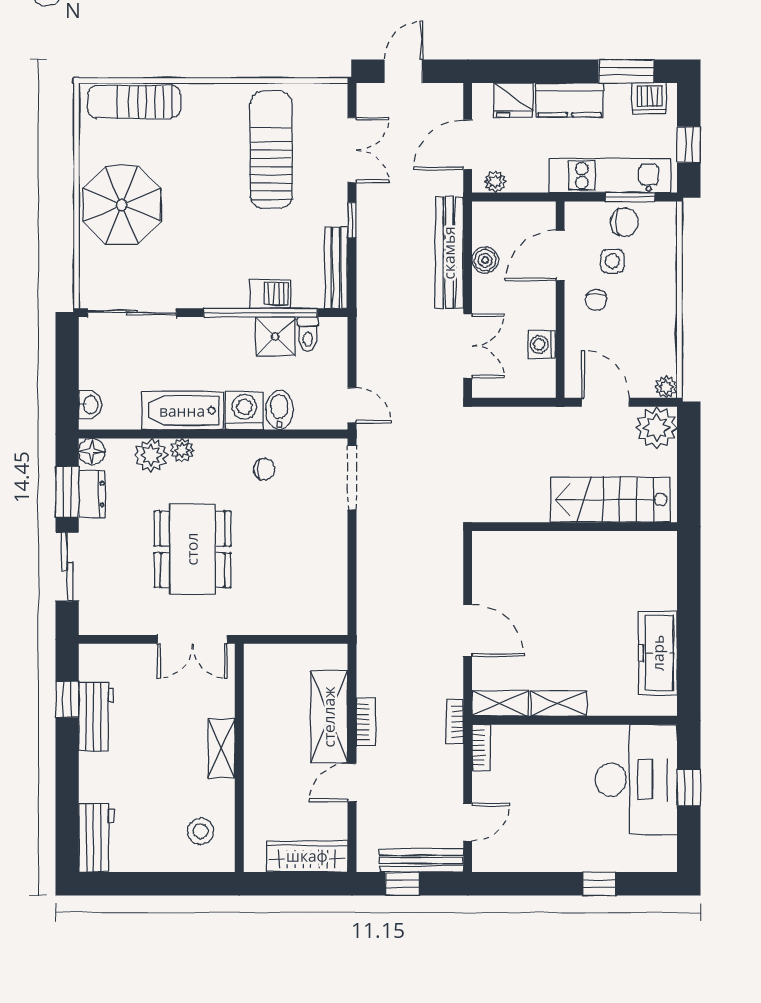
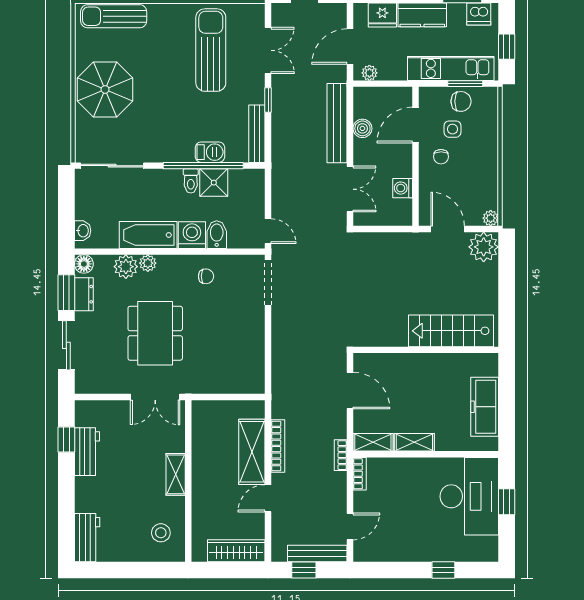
toilet: (308, 334) -> (191, 181), moved
stairs: (610, 500) -> (451, 331), moved
wall: (575, 527) -> (426, 350), moved
bookcase: (366, 722) -> (278, 446), width x1.56

